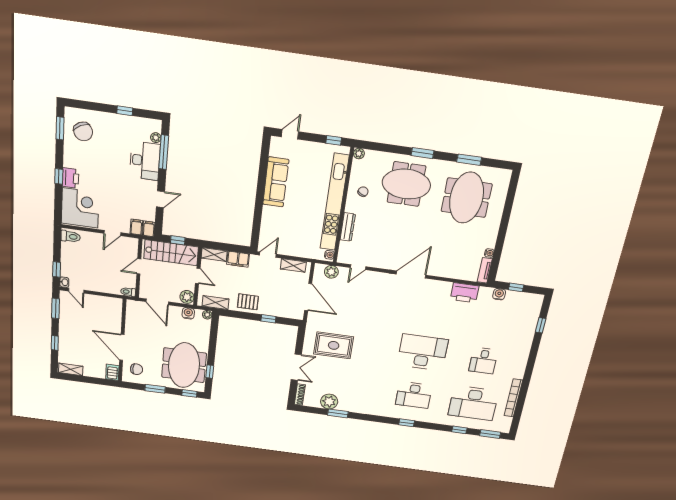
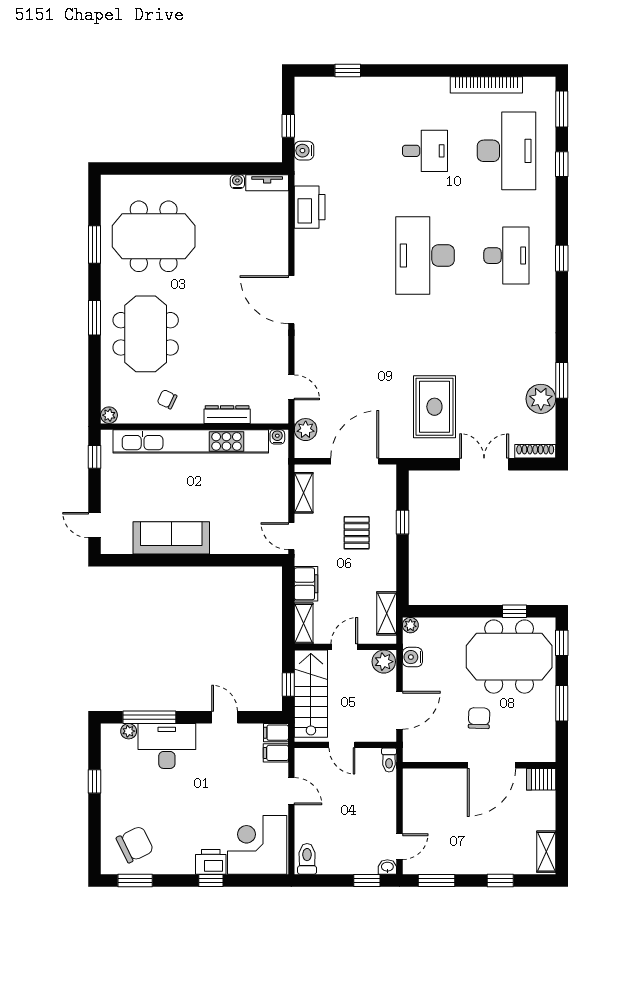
pallet: (248, 302) -> (357, 533), moved
chair: (137, 369) -> (479, 718), moved

